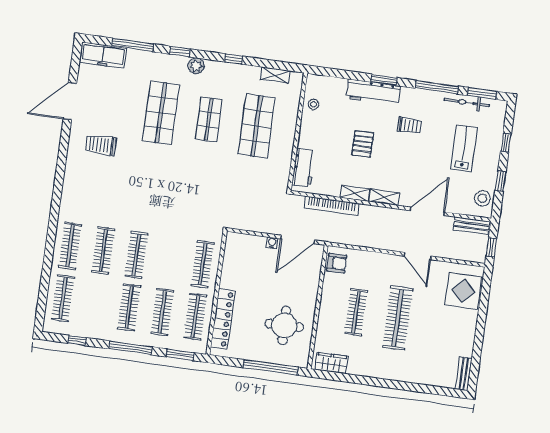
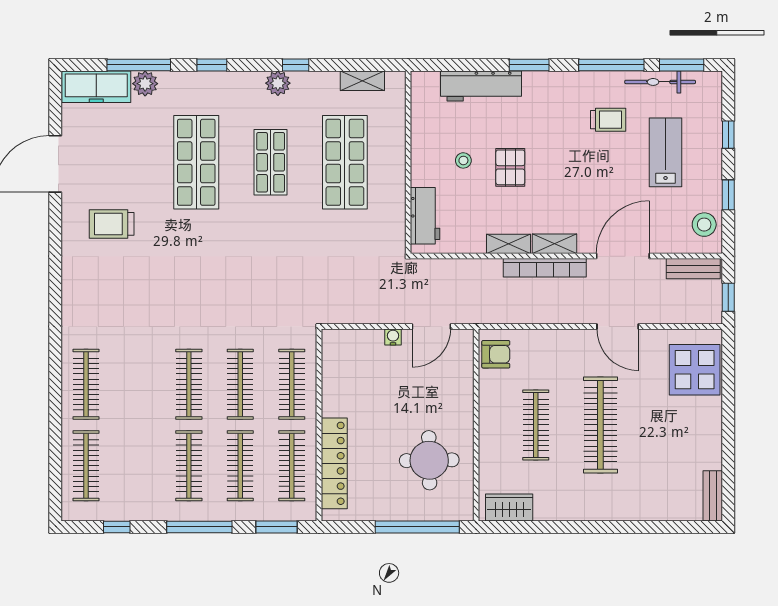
plant: (135, 58) -> (145, 84), added
plant: (196, 66) -> (278, 83), moved
workbench: (373, 92) -> (481, 86), moved
stool: (314, 104) -> (463, 160), moved
trolley: (409, 125) -> (608, 120), moved
bookcase: (331, 206) -> (545, 268), moved
door: (298, 239) -> (431, 326), width x0.73
clothes rail: (103, 250) -> (240, 384), moved

